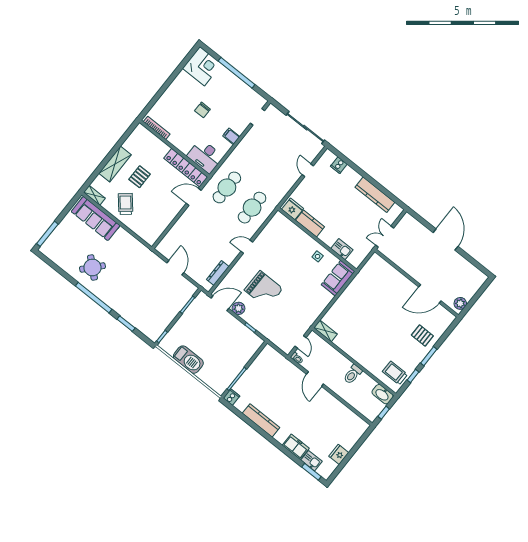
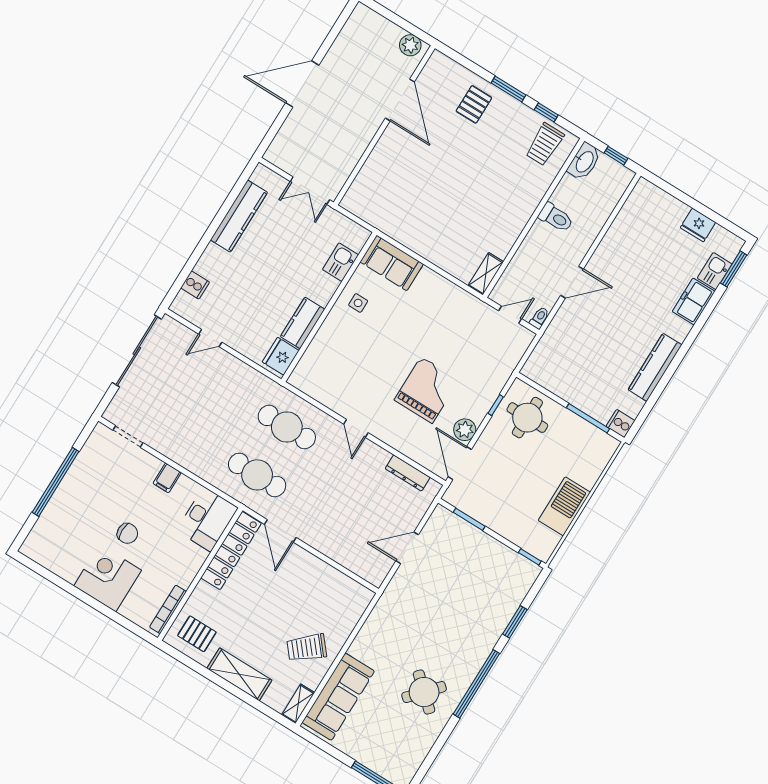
corner desk: (202, 66) -> (108, 578), moved
pallet: (140, 177) -> (197, 634), moved
round table: (241, 345) -> (527, 418), added

